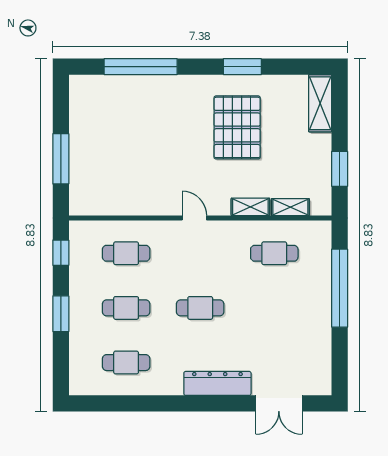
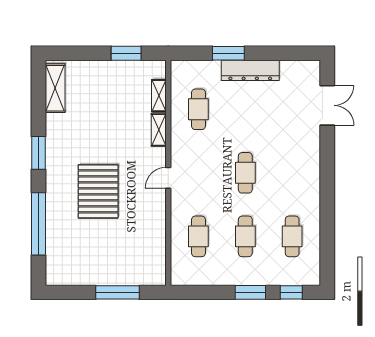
window: (242, 67) -> (38, 153), moved
shelving: (320, 103) -> (55, 88), moved, turned 90
pallet: (237, 127) -> (98, 191), moved, turned 90
window: (61, 253) -> (291, 292), moved
window: (340, 288) -> (228, 53), width x0.47
dresser: (217, 383) -> (250, 70), moved, turned -90

